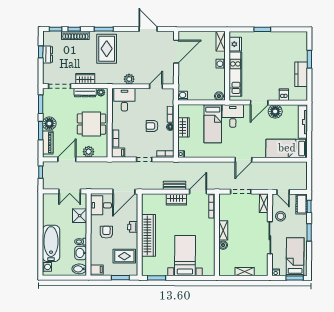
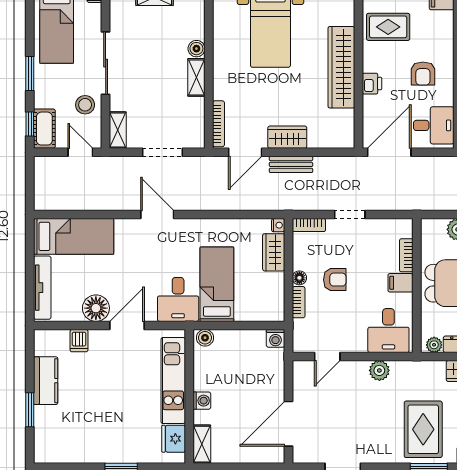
wardrobe: (184, 127) -> (274, 252), moved
filing cabinet: (118, 153) -> (400, 283), moved
door: (243, 160) -> (157, 215), hinge flipped

